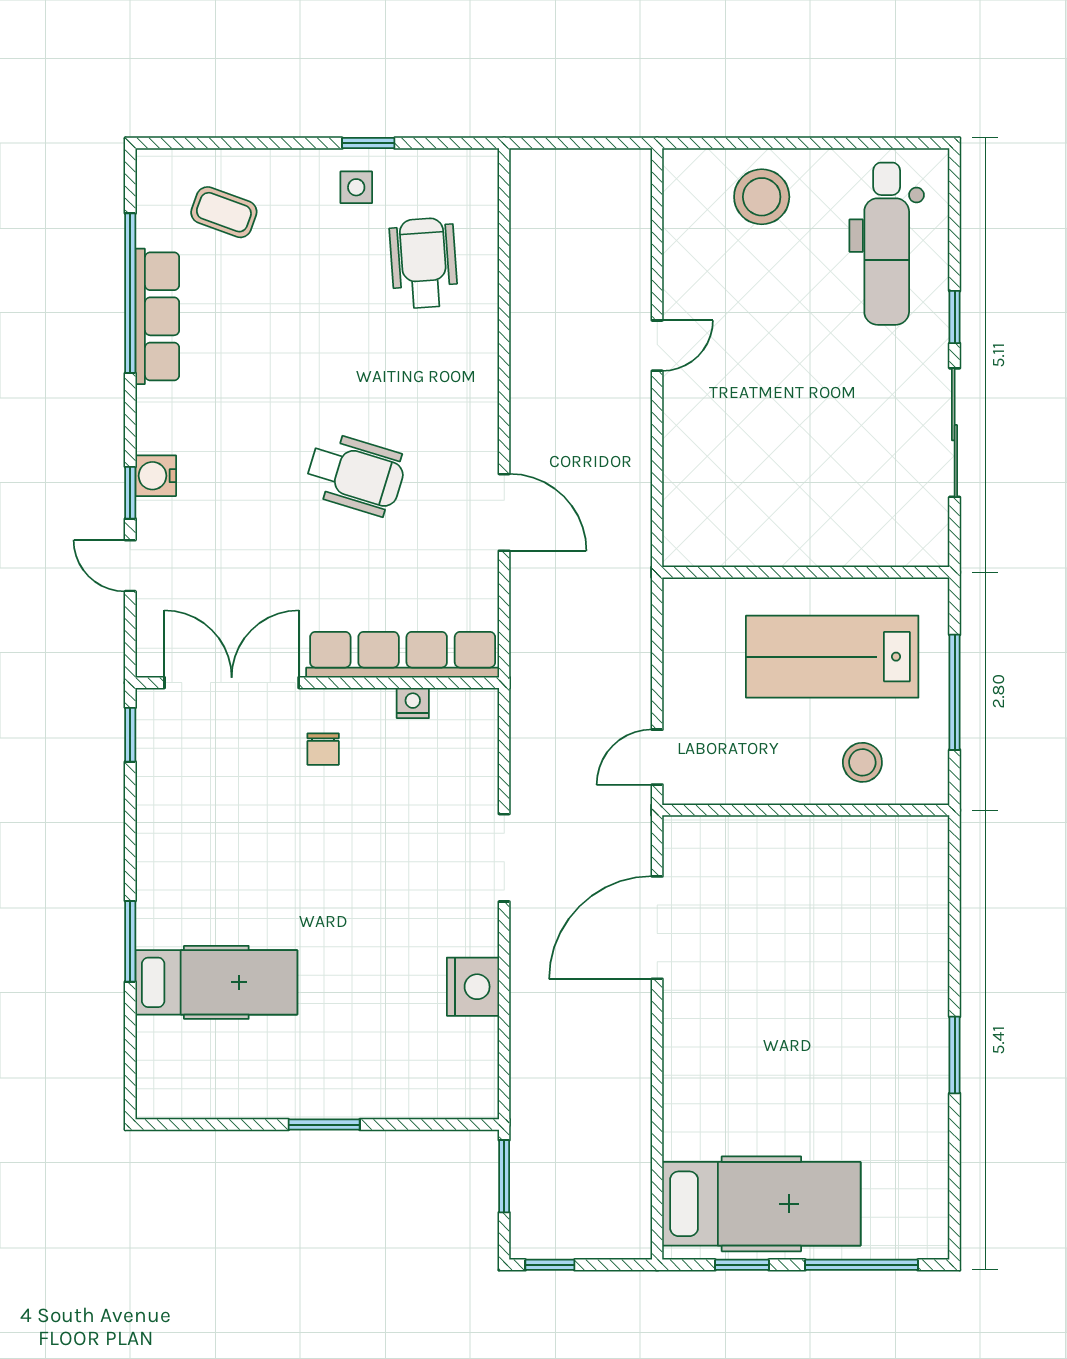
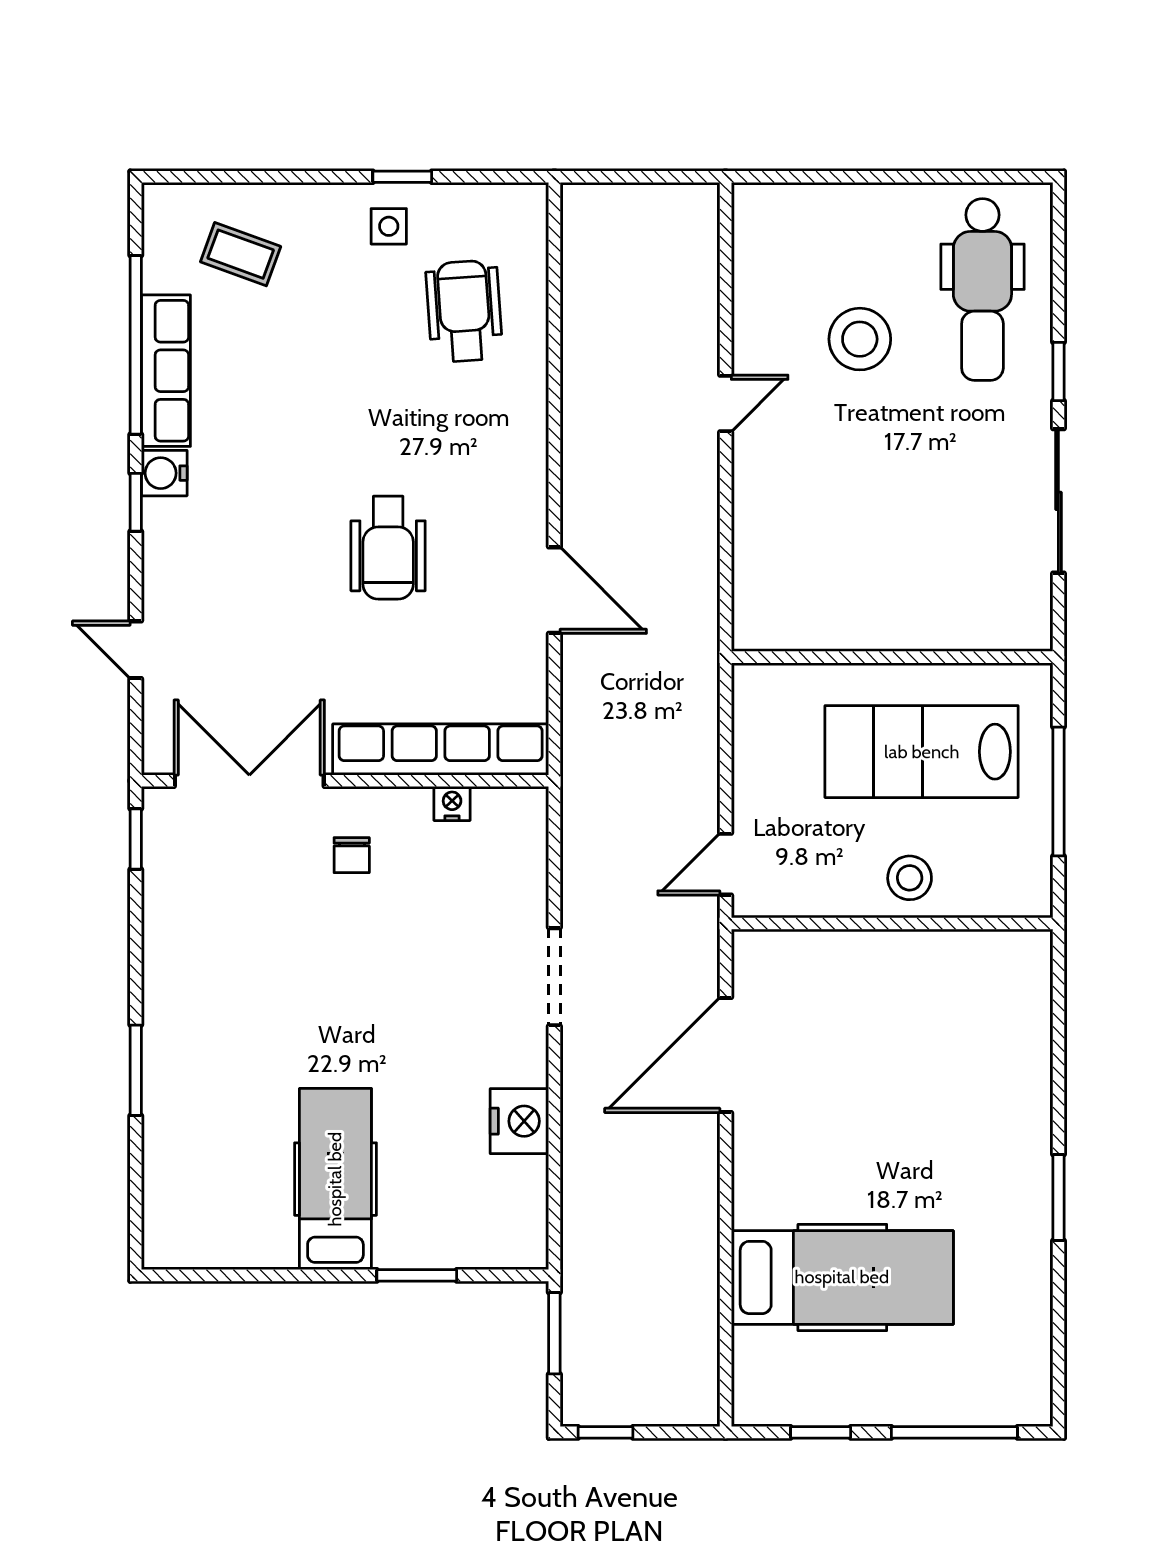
stool: (762, 197) -> (860, 339), moved
wheelchair: (356, 474) -> (388, 548), turned 73
water cooler: (156, 476) -> (164, 473), moved
window: (130, 493) -> (136, 502), moved
stool: (862, 762) -> (910, 878), moved
hospital bed: (216, 982) -> (335, 1179), moved, turned -90
window: (324, 1125) -> (417, 1275), moved
hospital bed: (761, 1204) -> (842, 1277), moved

